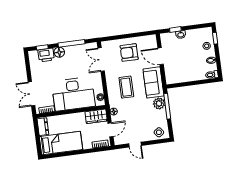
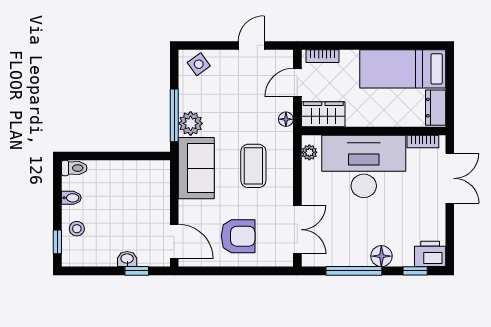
printer: (46, 55) -> (430, 254), moved
door: (161, 56) -> (174, 241), moved
door: (135, 145) -> (251, 45), hinge flipped

